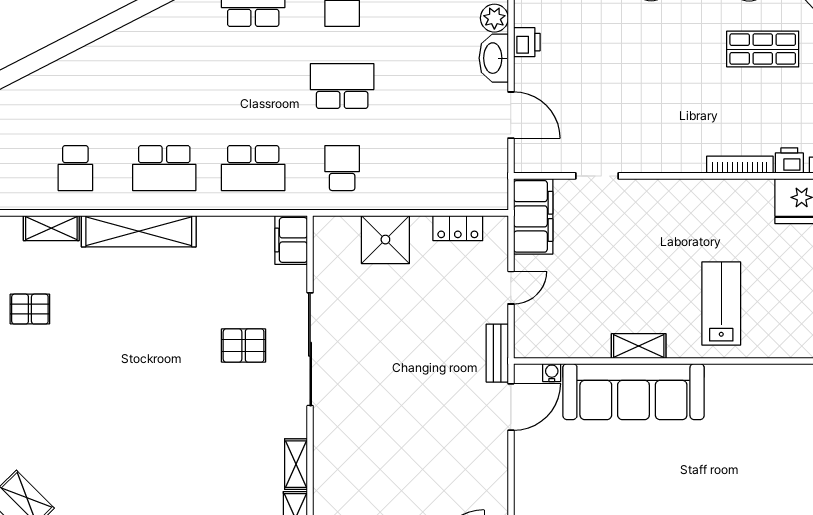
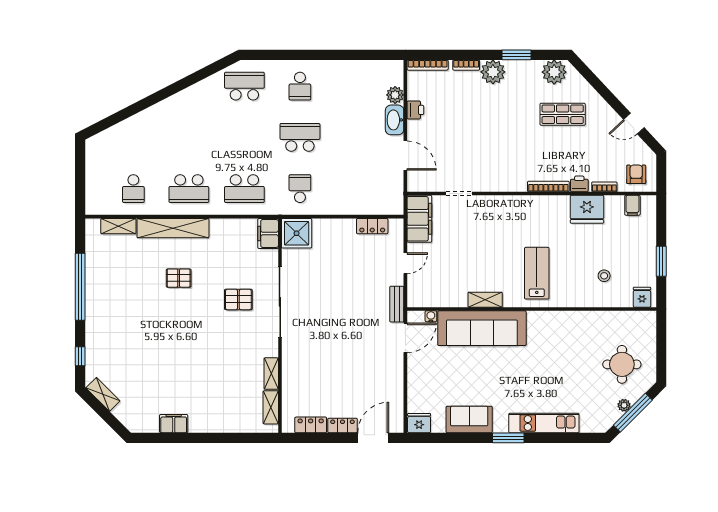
shower: (385, 240) -> (297, 233), moved
pallet: (30, 309) -> (179, 278), moved

